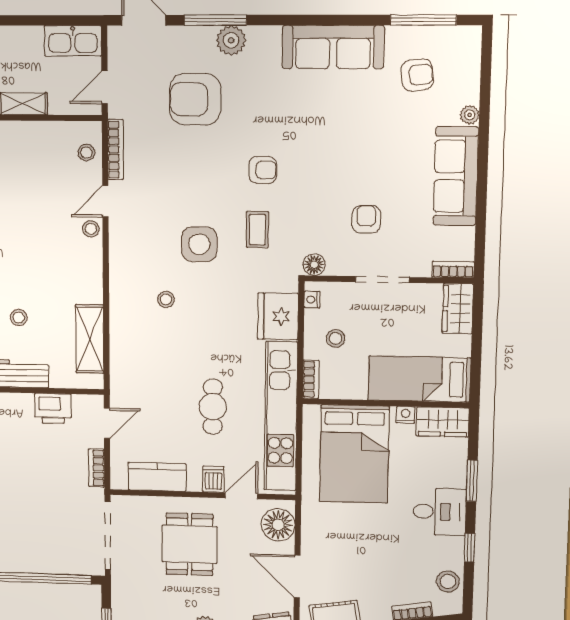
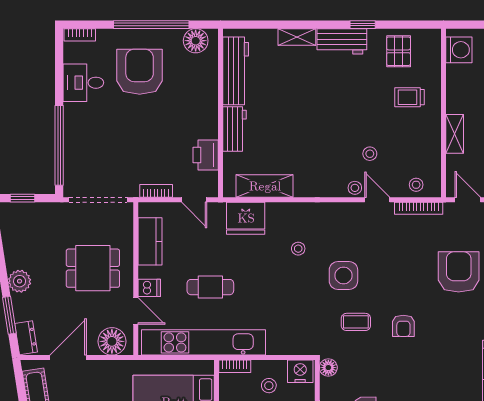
nightstand: (312, 299) -> (300, 371), width x1.89, depth x1.79
fridge: (278, 316) -> (246, 218), moved, turned 180
stool: (19, 317) -> (370, 154), moved

